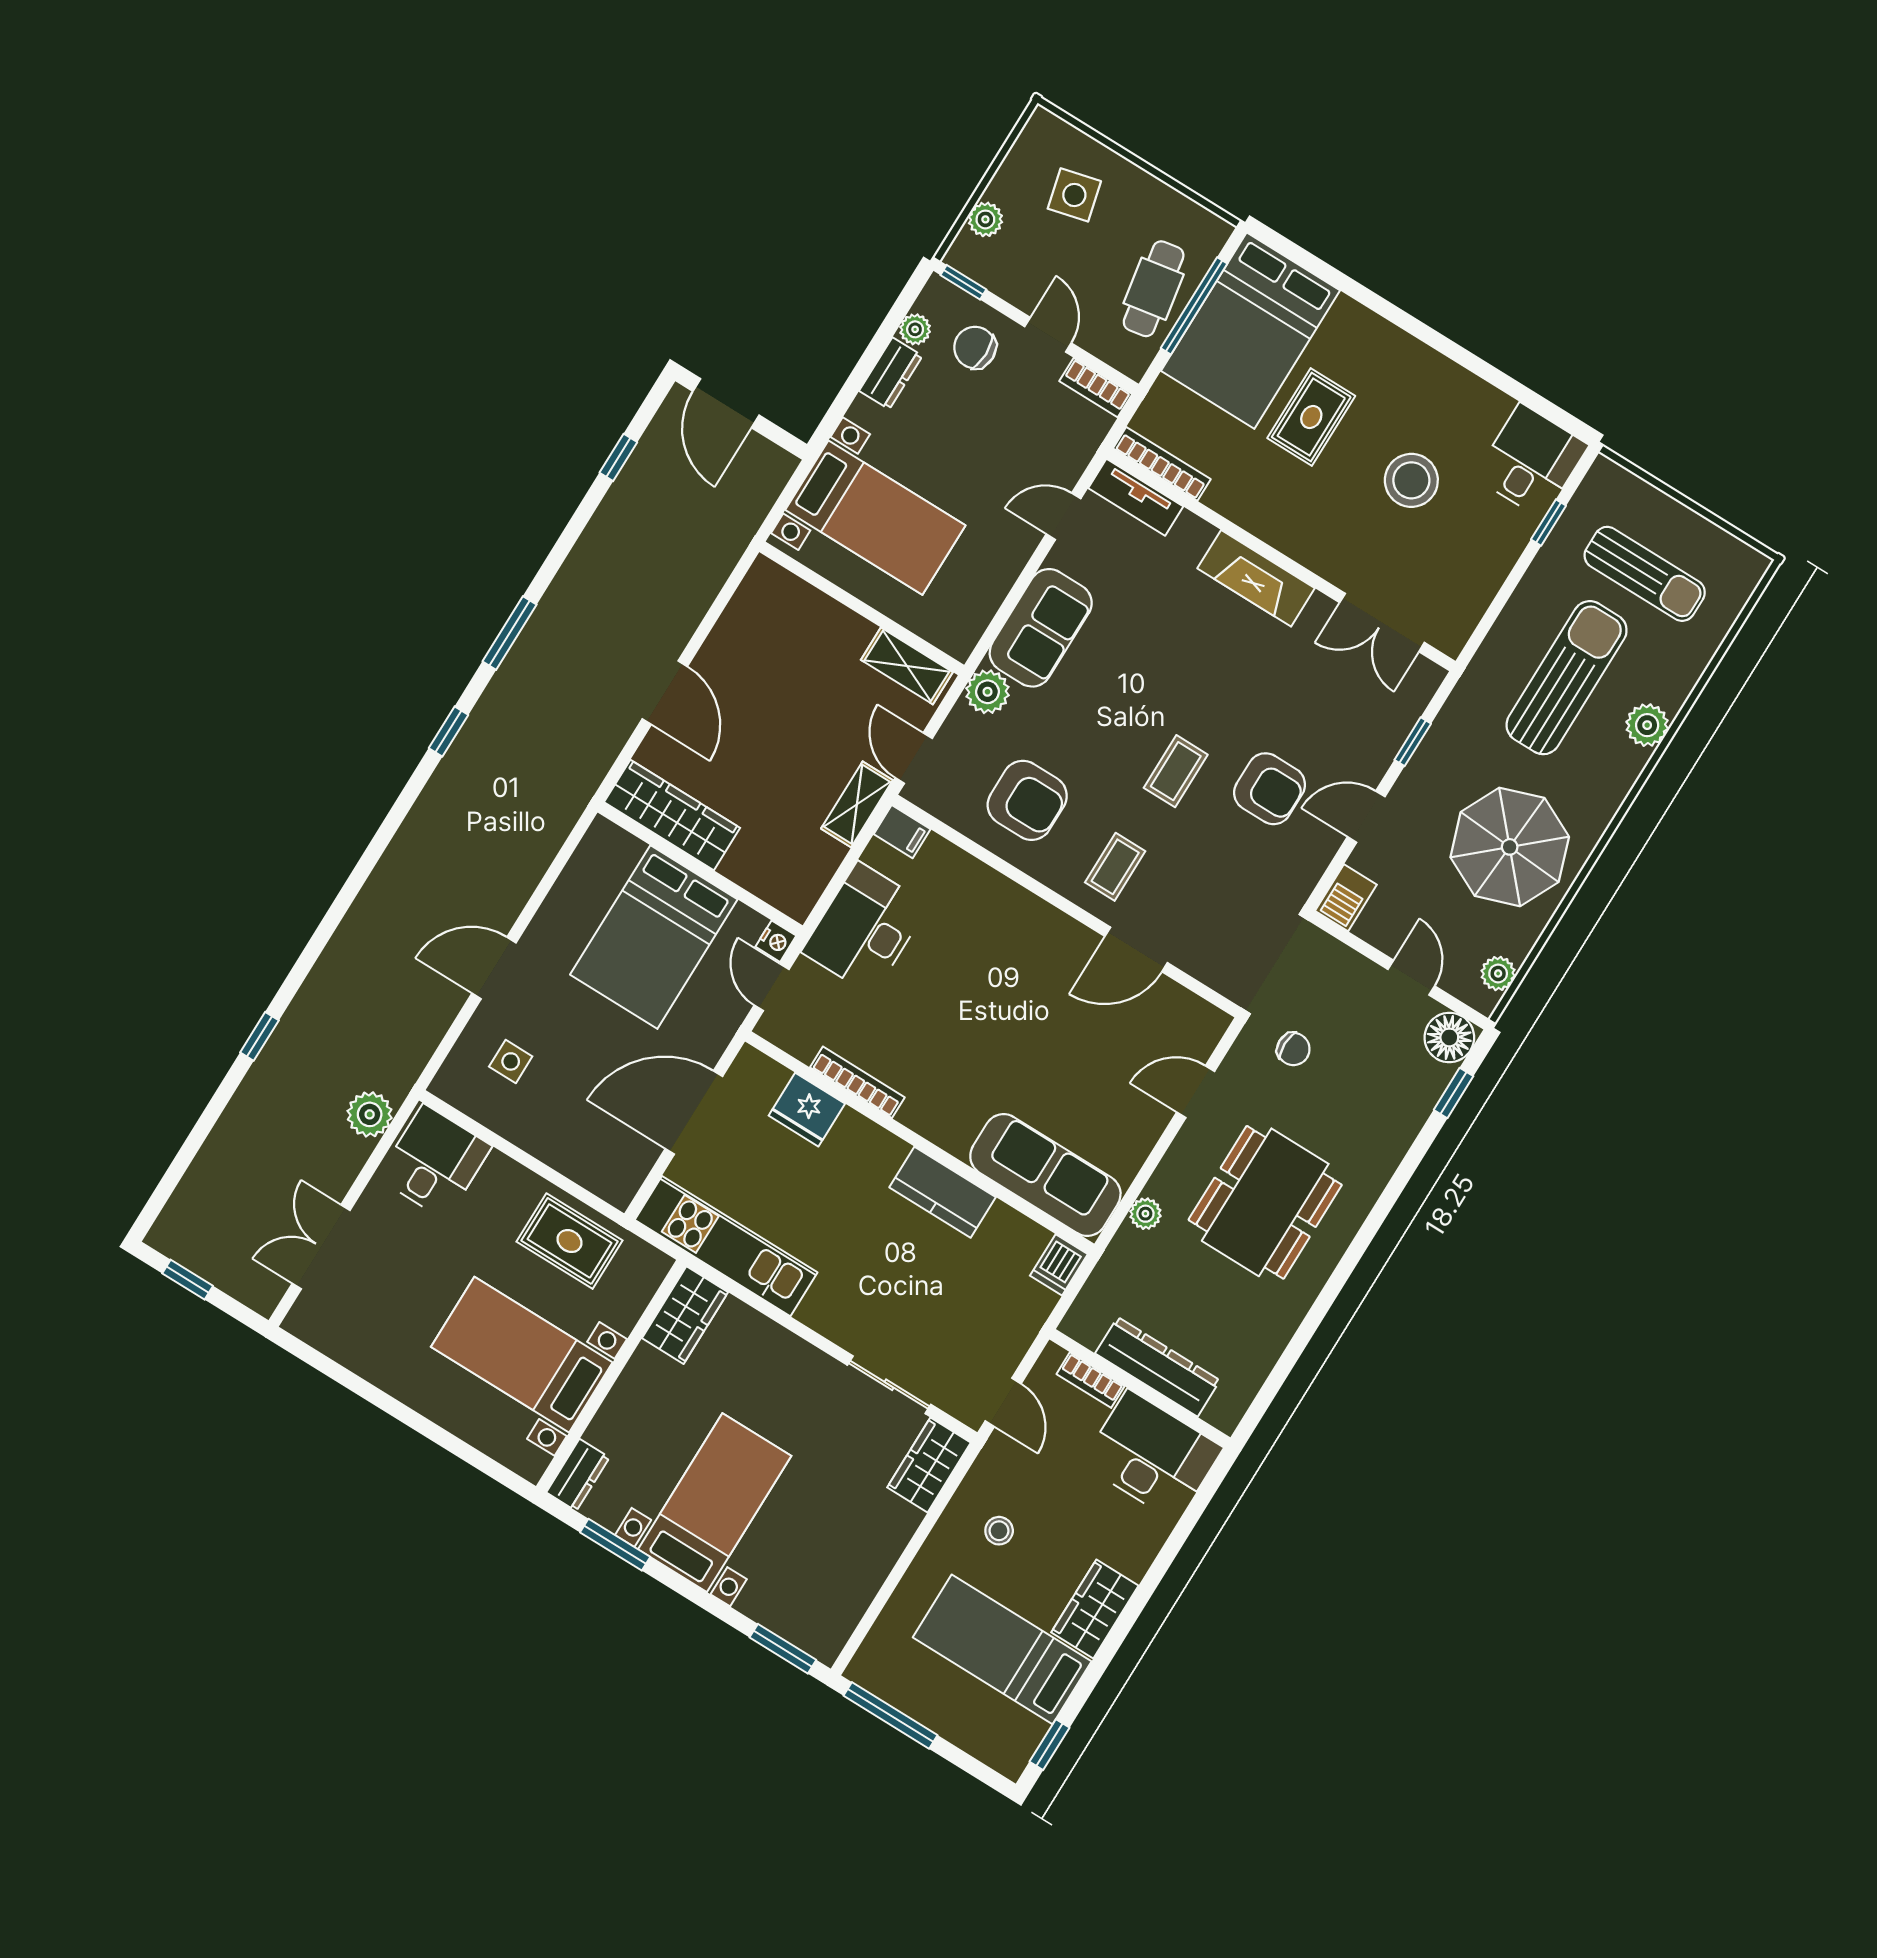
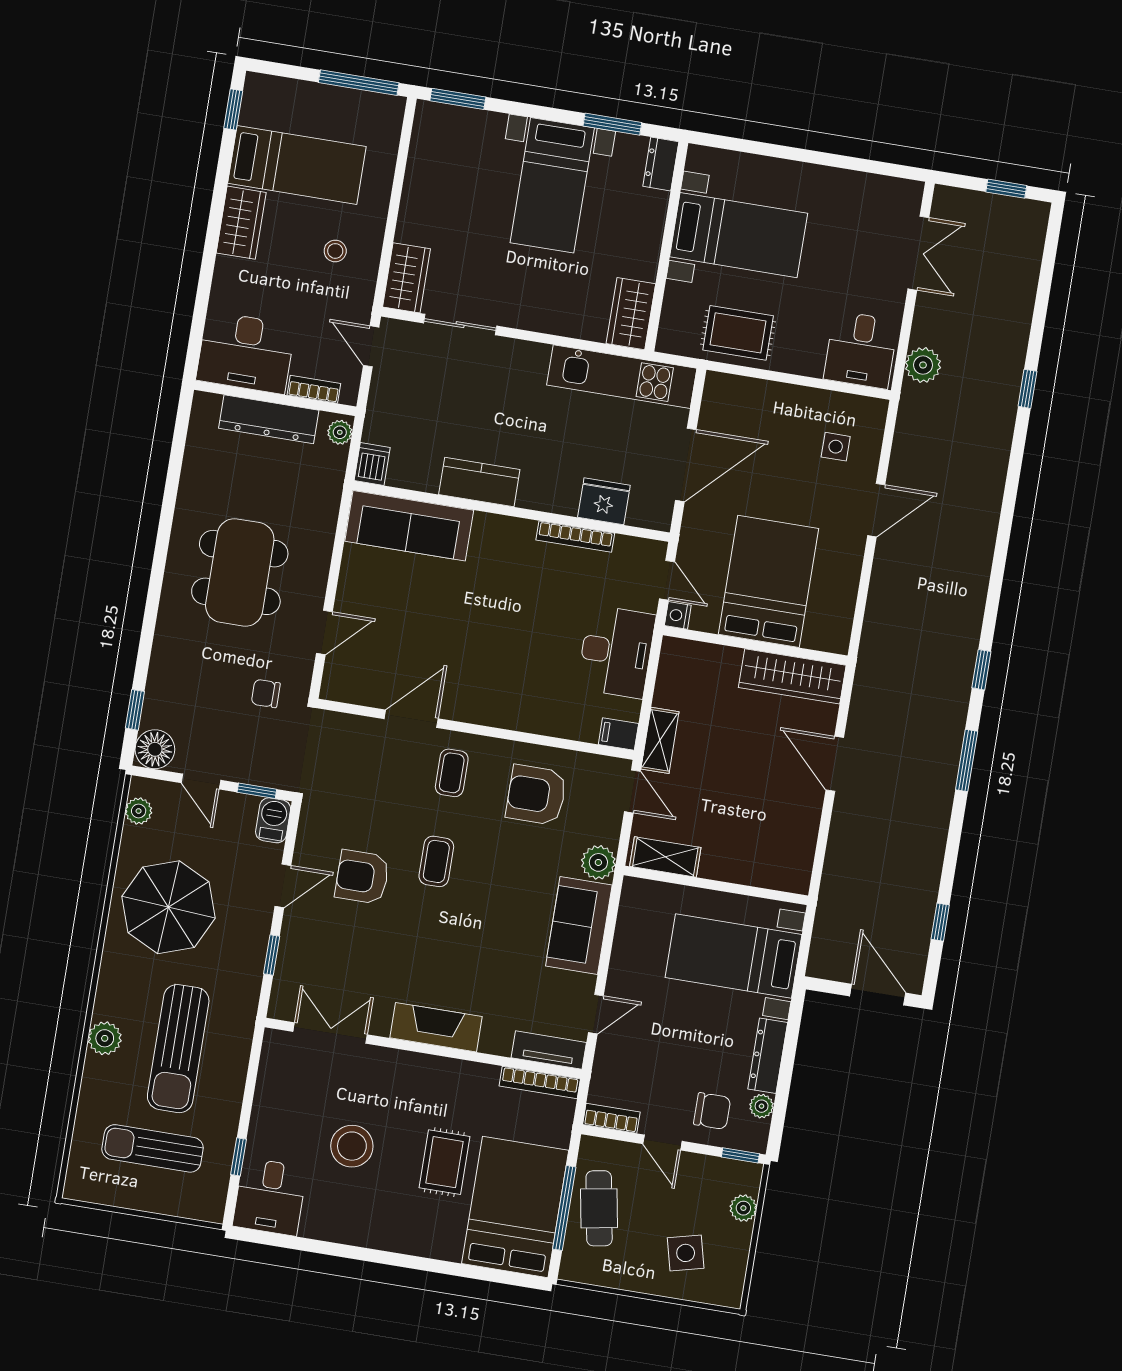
dresser: (891, 373) -> (768, 1056), width x1.44
window: (1351, 940) -> (257, 791), added
plant: (1145, 1214) -> (340, 432), moved

